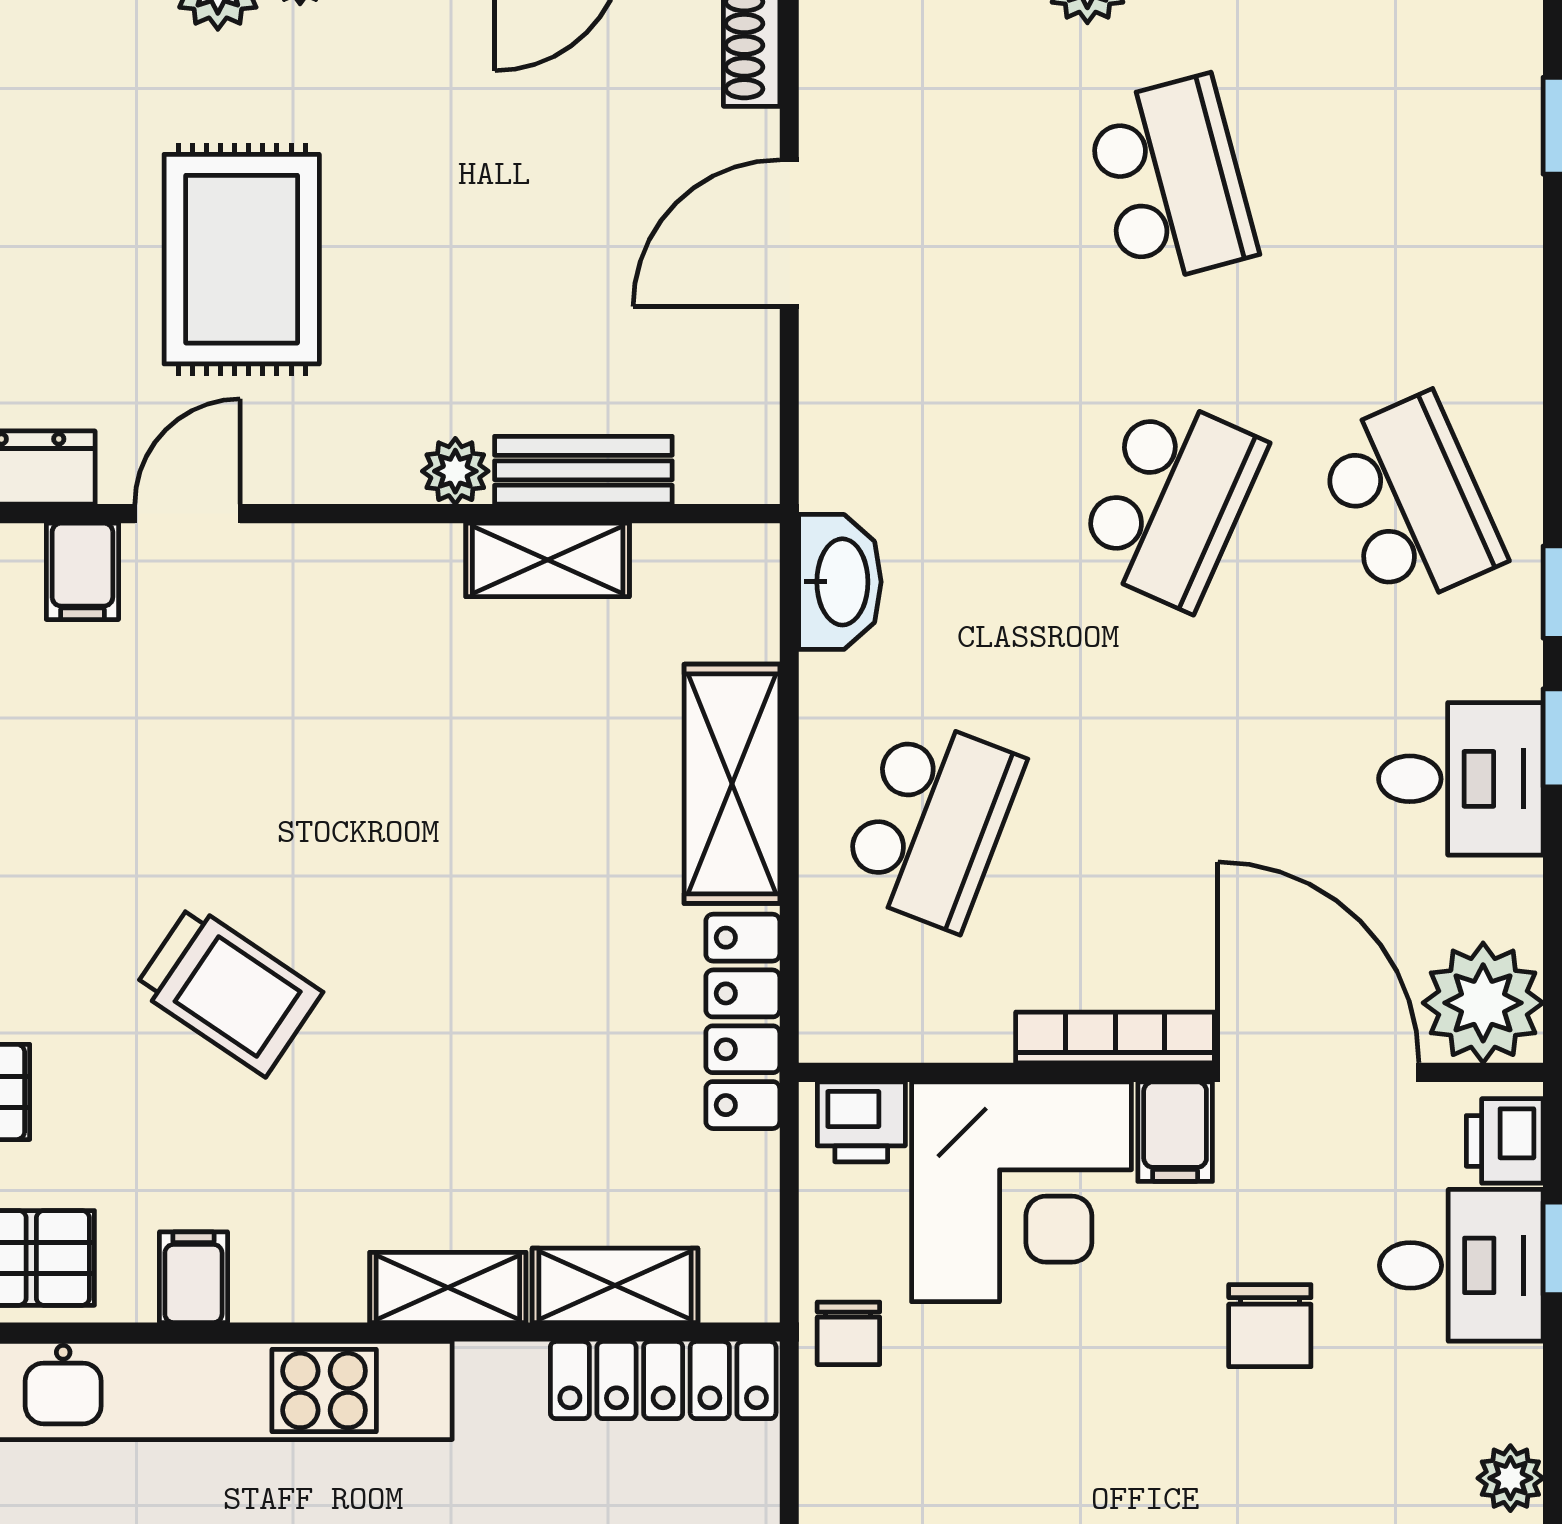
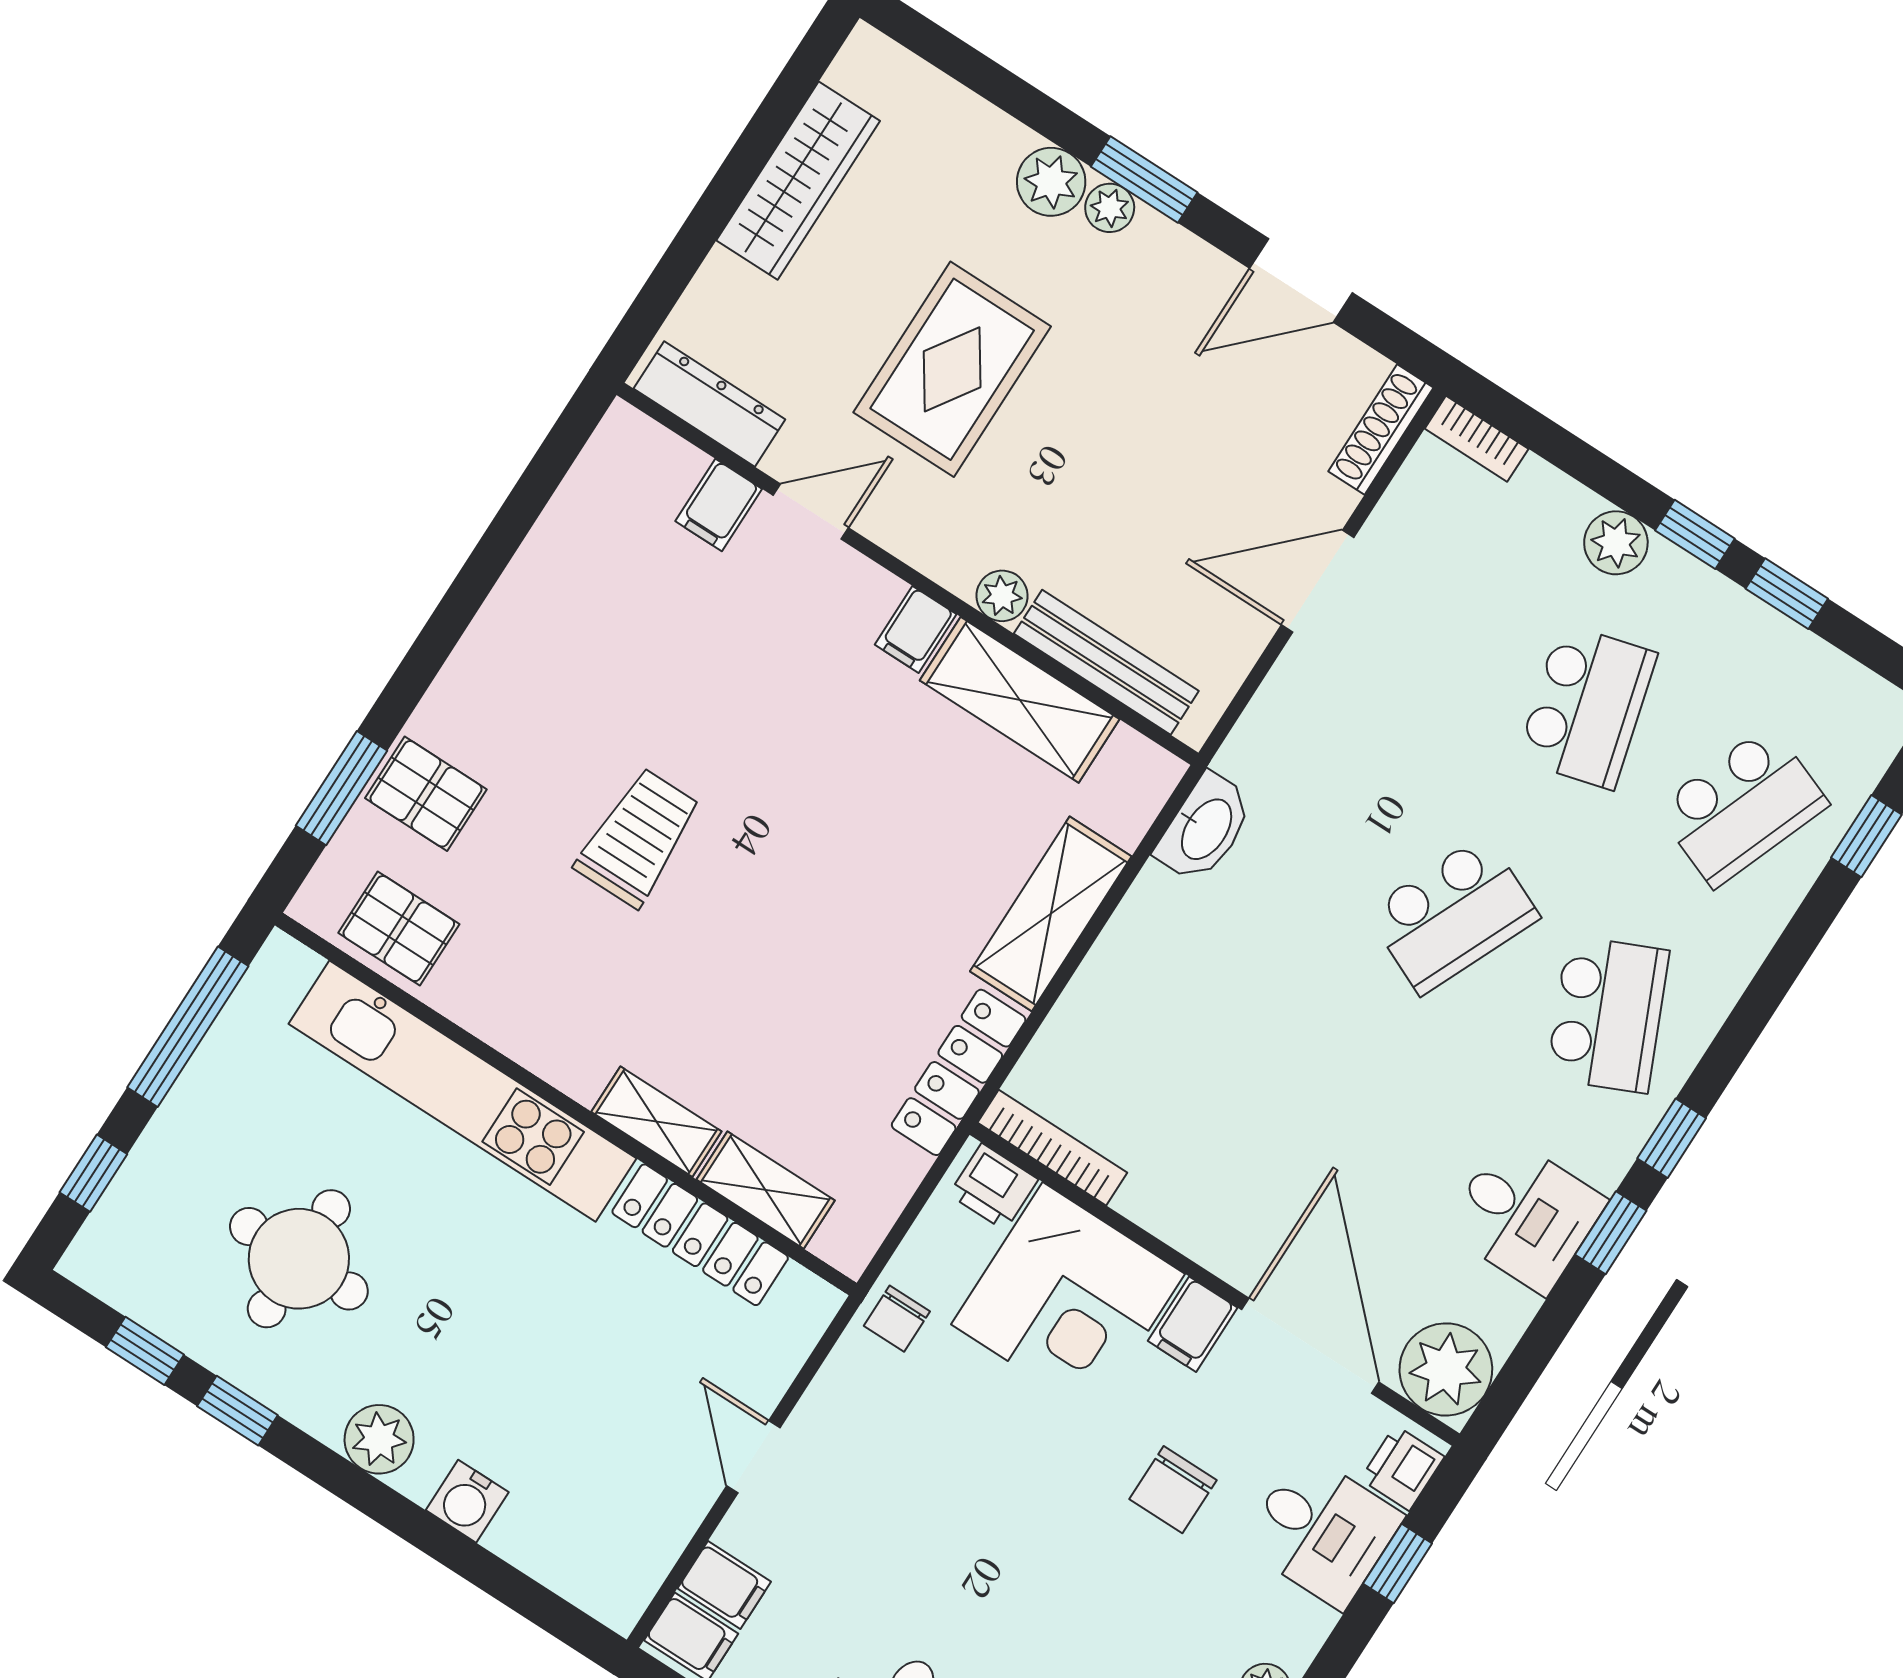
bench: (583, 470) -> (1106, 662), width x1.36
shelving: (548, 560) -> (1020, 700), width x1.50, depth x1.33
school desk: (932, 823) -> (1742, 806), moved
trolley: (228, 990) -> (638, 837), turned -124
bookcase: (1115, 1037) -> (1052, 1148), moved
filing cabinet: (193, 1277) -> (916, 629), moved, turned 180
locker: (663, 1380) -> (700, 1235), moved

